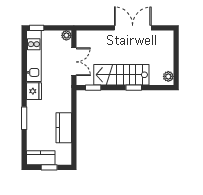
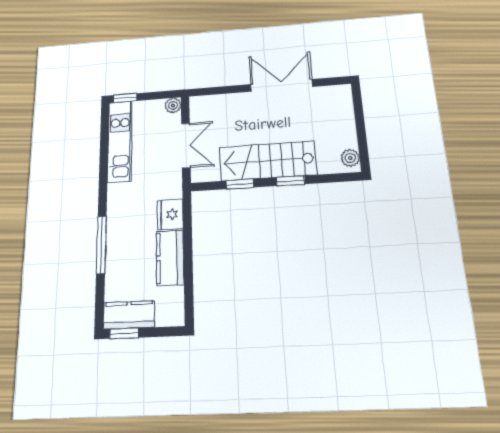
window: (93, 88) -> (240, 184), moved
fridge: (34, 91) -> (170, 214), moved, turned 180
window: (24, 118) -> (101, 245), width x1.44
window: (49, 167) -> (124, 333), moved

